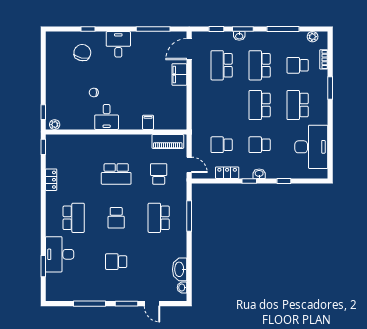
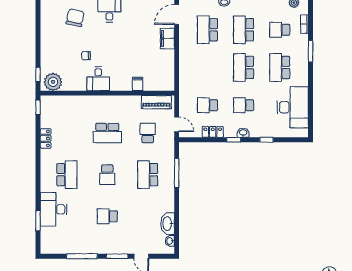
plant: (55, 125) -> (53, 82), width x1.88, depth x1.88

